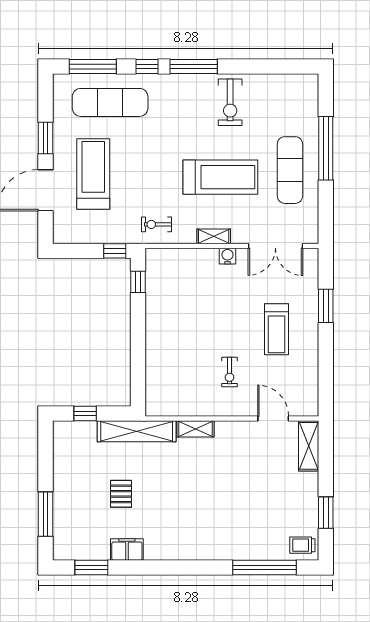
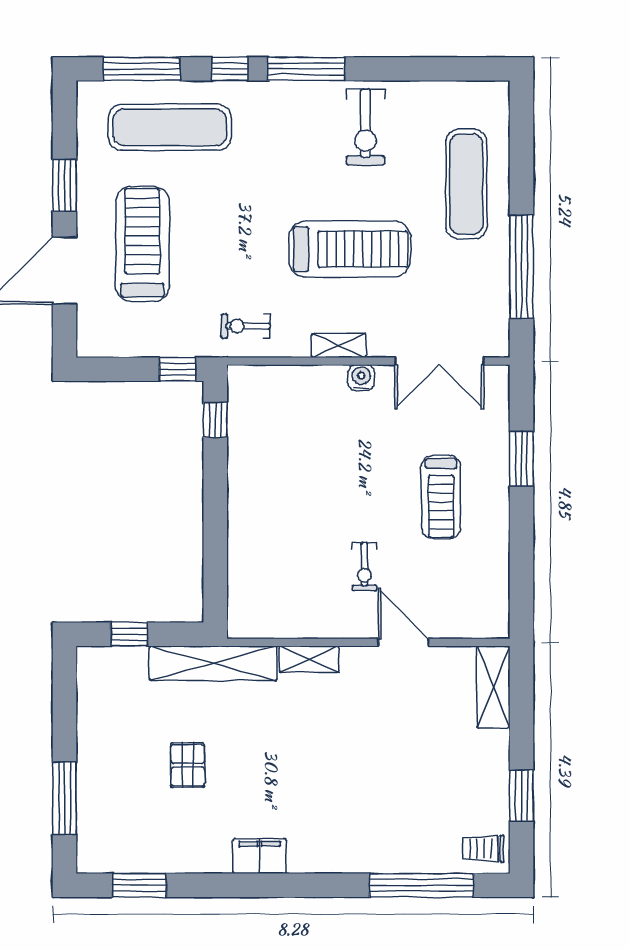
window: (326, 148) -> (521, 267), moved
exercise mat: (290, 170) -> (466, 184), moved
door: (273, 418) -> (403, 642), moved
filing cabinet: (127, 550) -> (260, 856), moved

